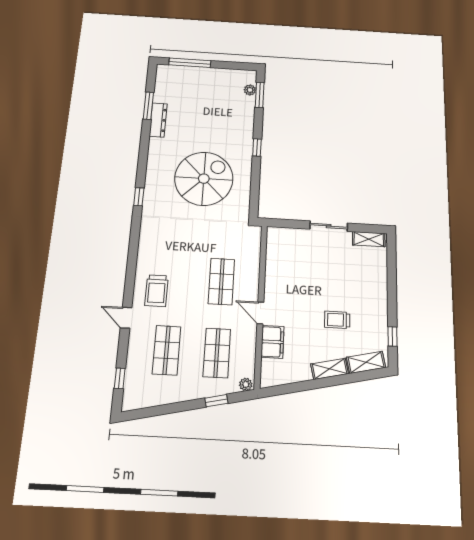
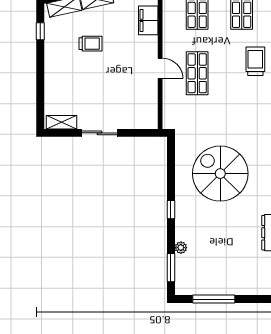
window: (190, 63) -> (214, 299), moved
plant: (250, 90) -> (181, 248), moved
spiral stairs: (204, 179) -> (220, 174), turned 90
door: (260, 313) -> (160, 68), moved

